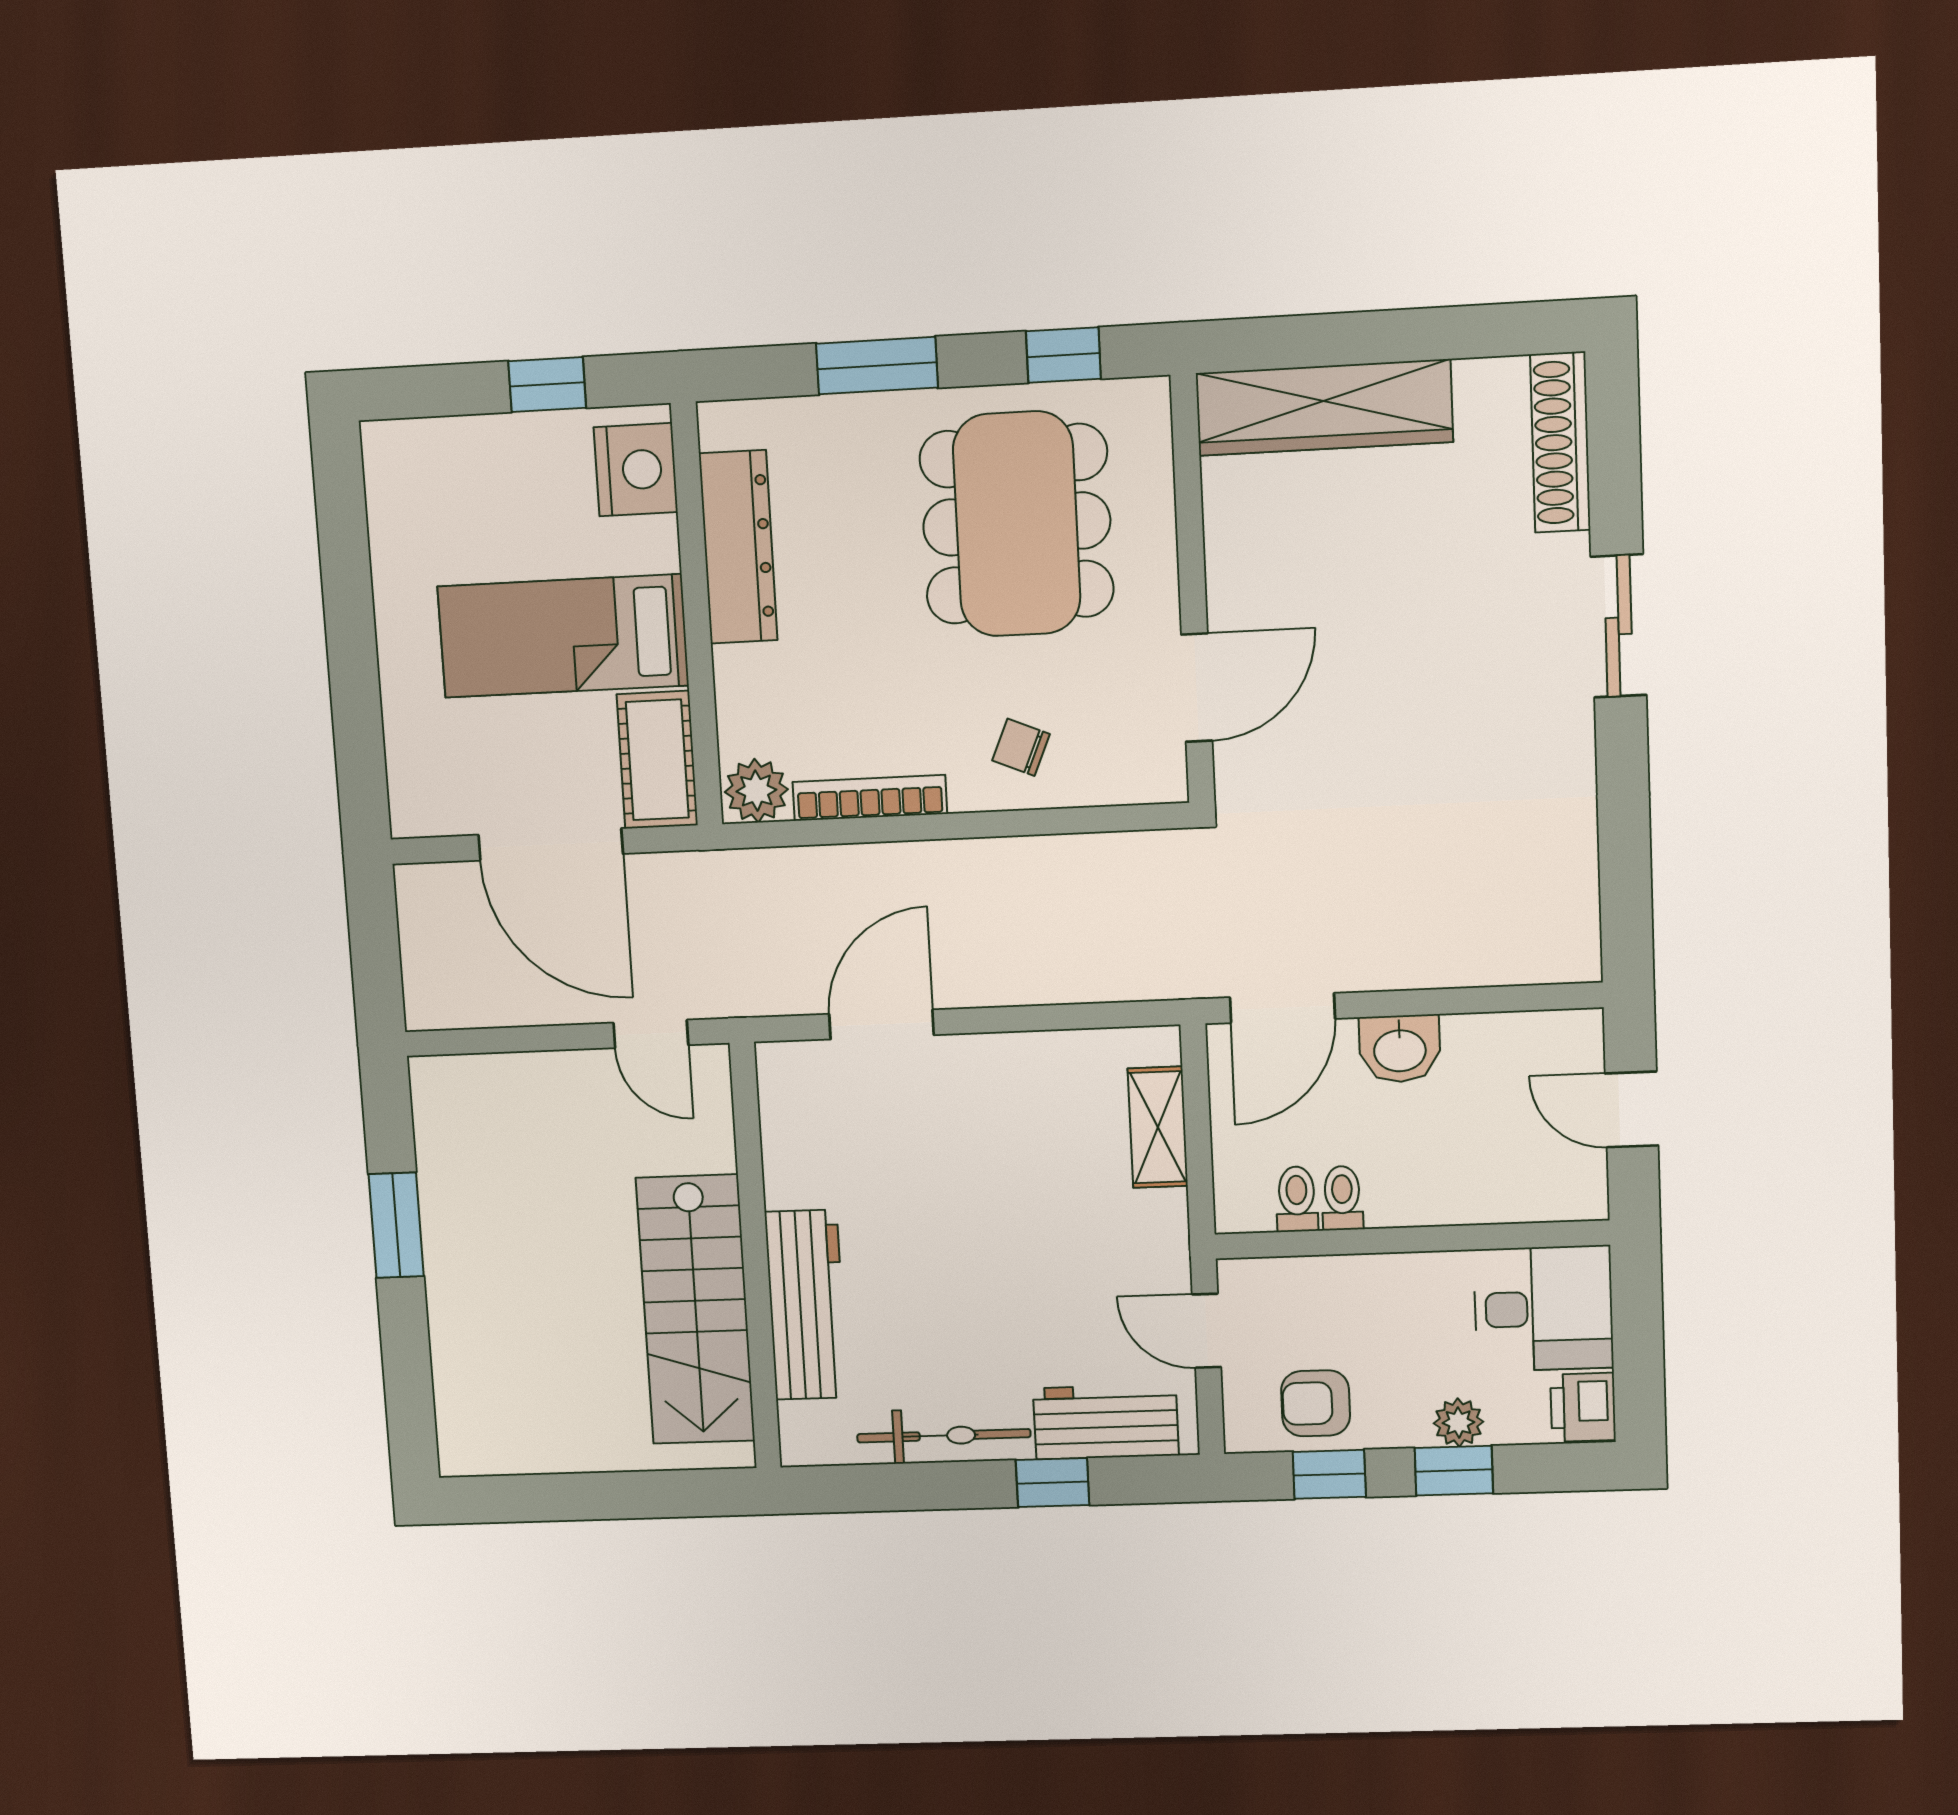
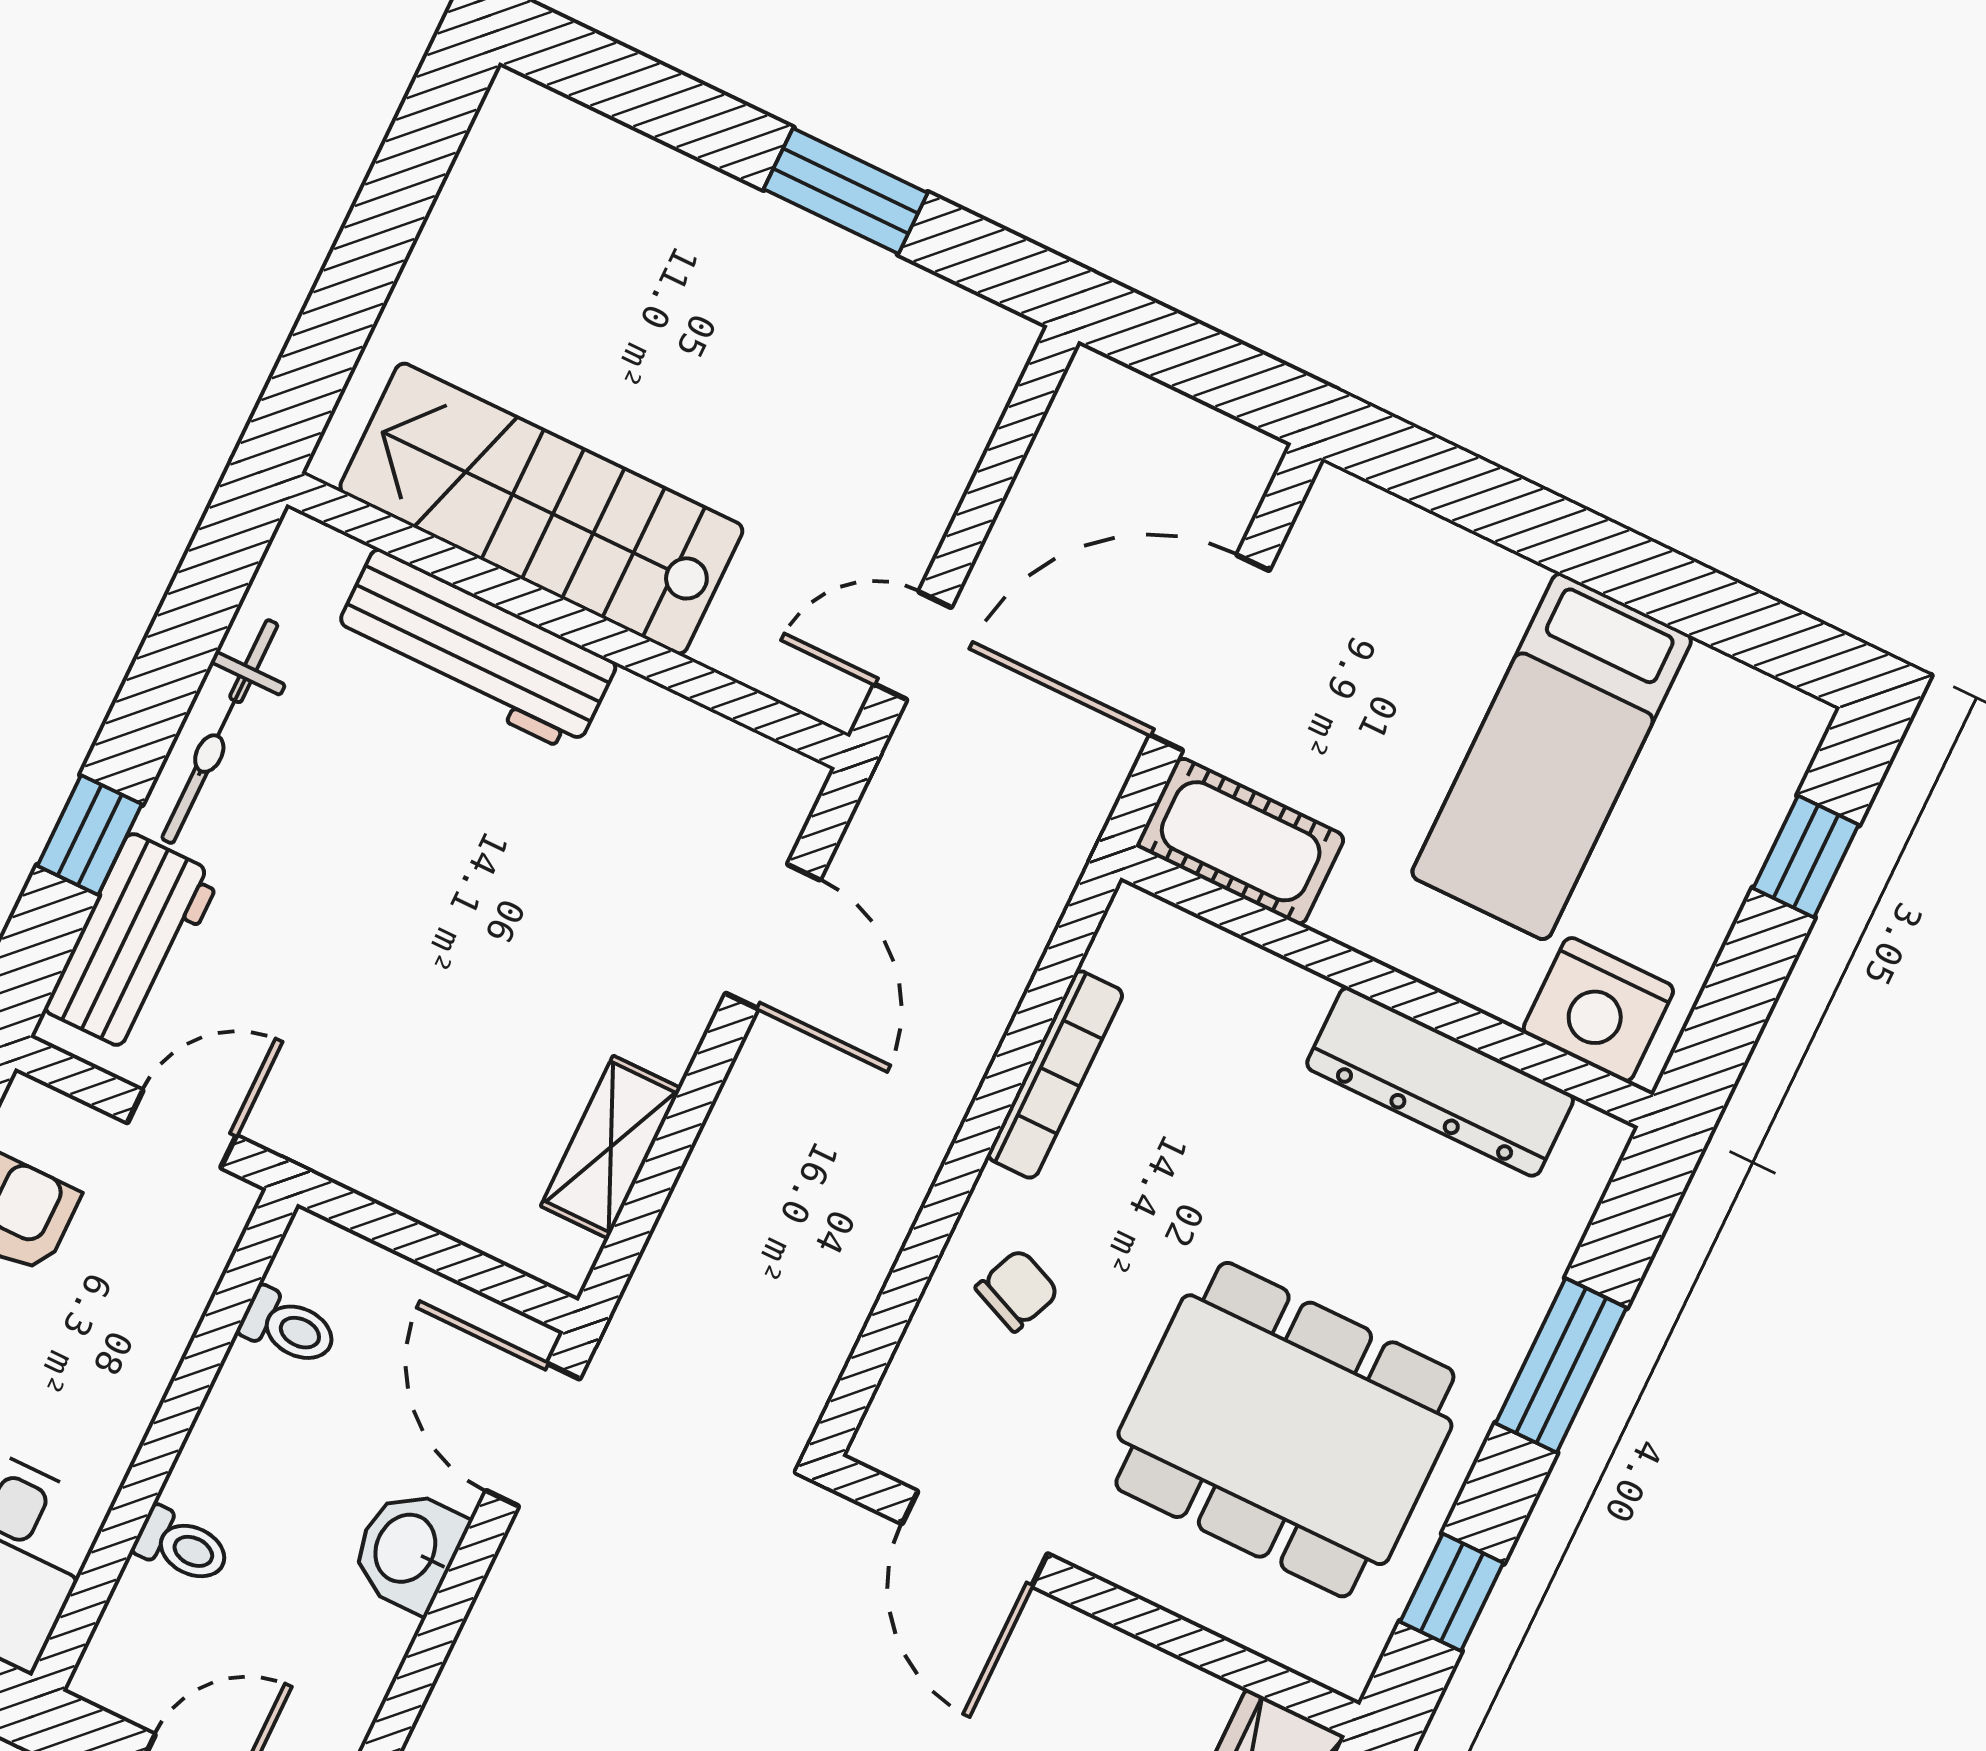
window: (547, 384) -> (1806, 857), moved
bed: (563, 636) -> (1552, 756), moved, turned 180
plant: (756, 791) -> (1138, 941), removed
shelving: (1158, 1127) -> (611, 1147), moved, turned 90
toilet: (1342, 1198) -> (182, 1546), moved

